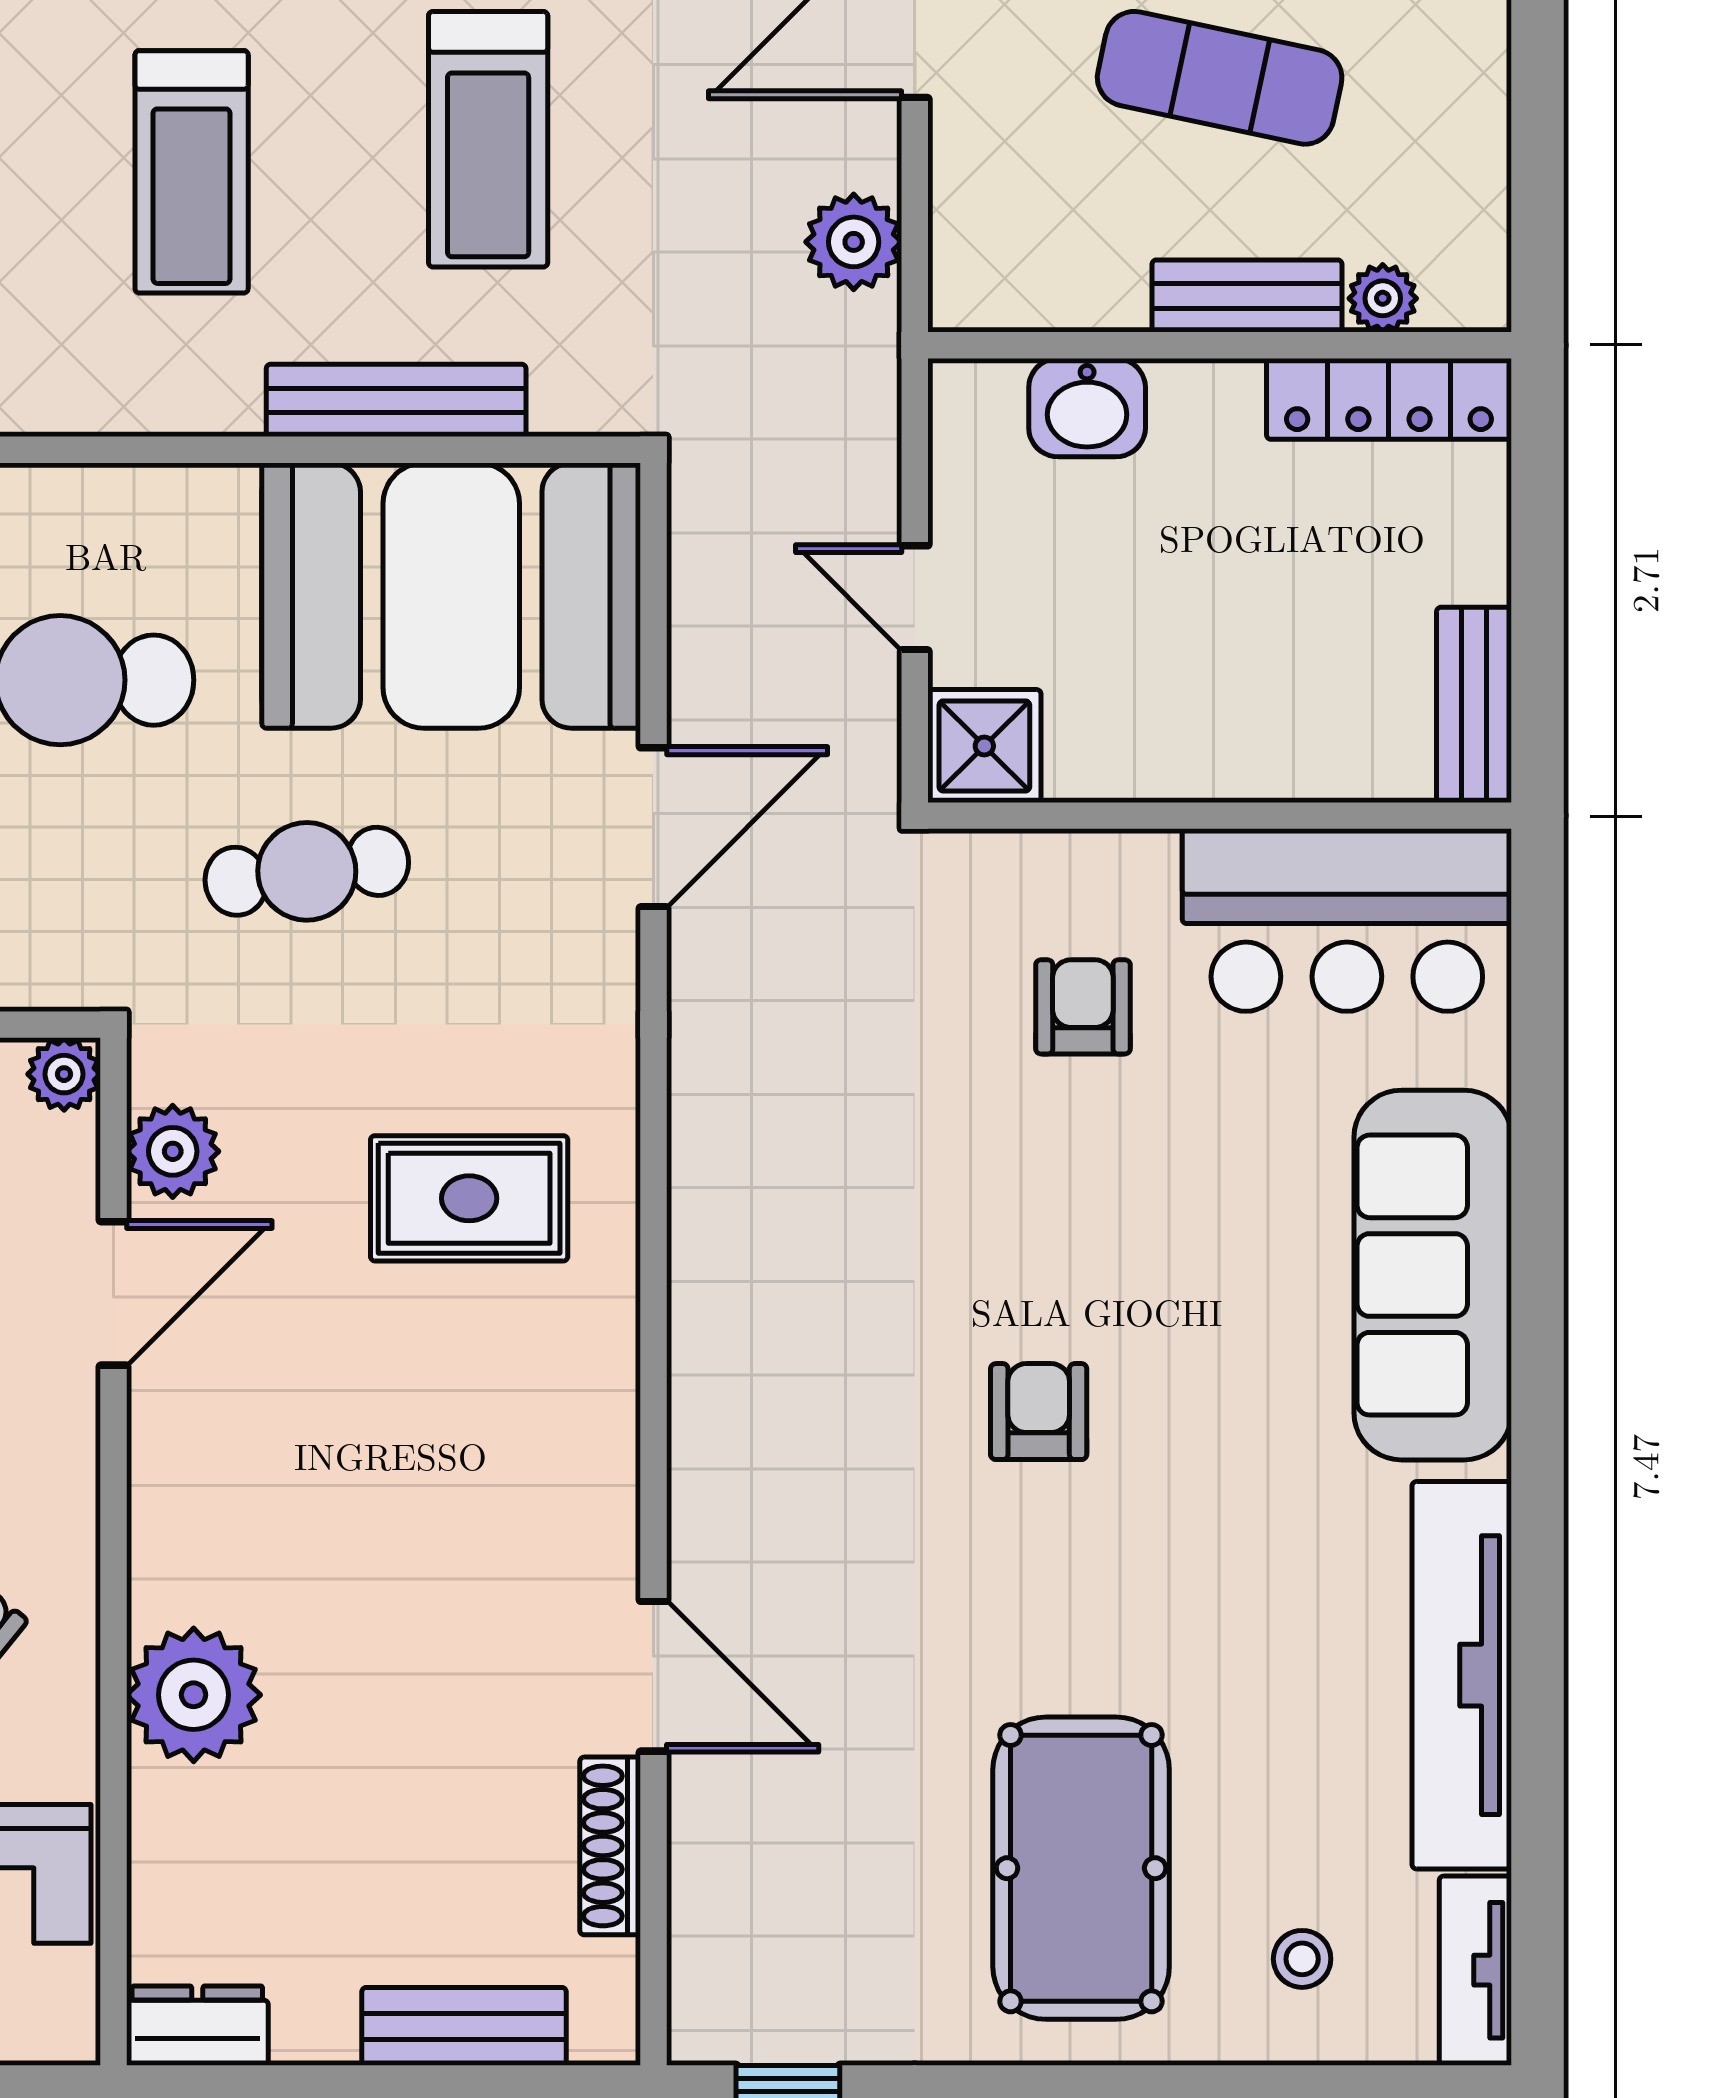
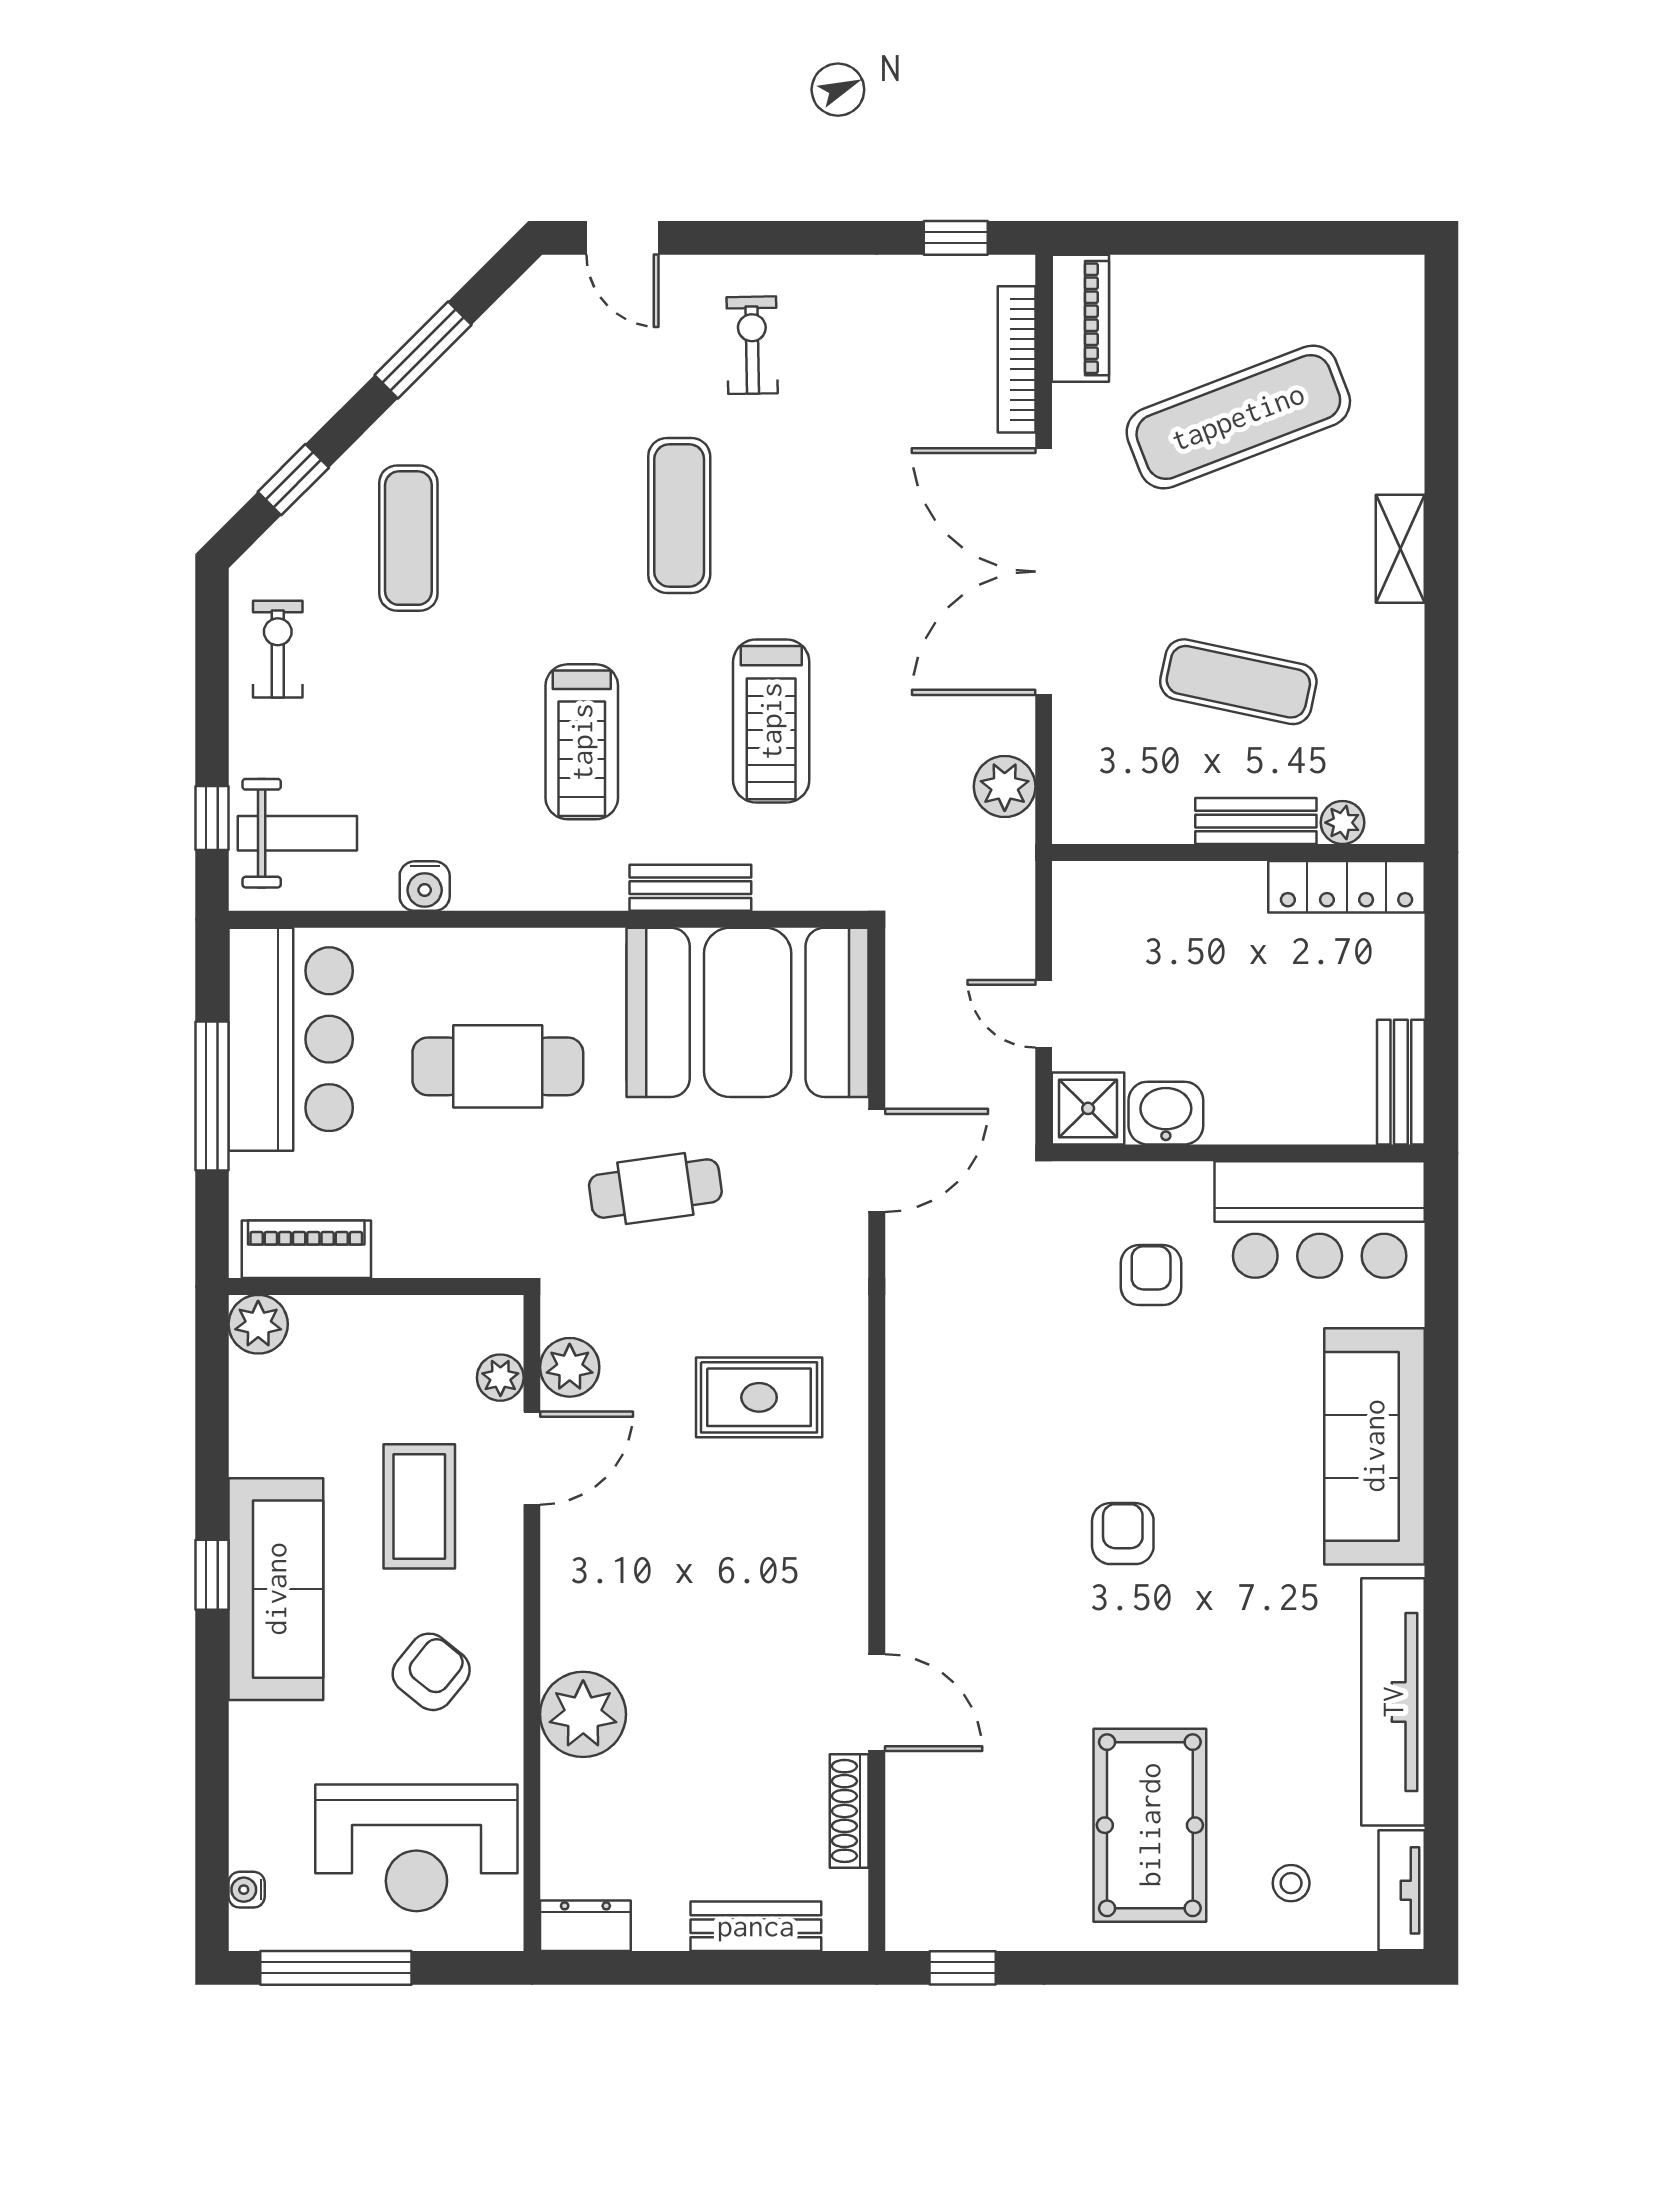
bench: (396, 400) -> (690, 888), width x0.73
washbasin: (1087, 408) -> (1166, 1113), moved, turned 180
plant: (64, 1074) -> (500, 1378), moved

